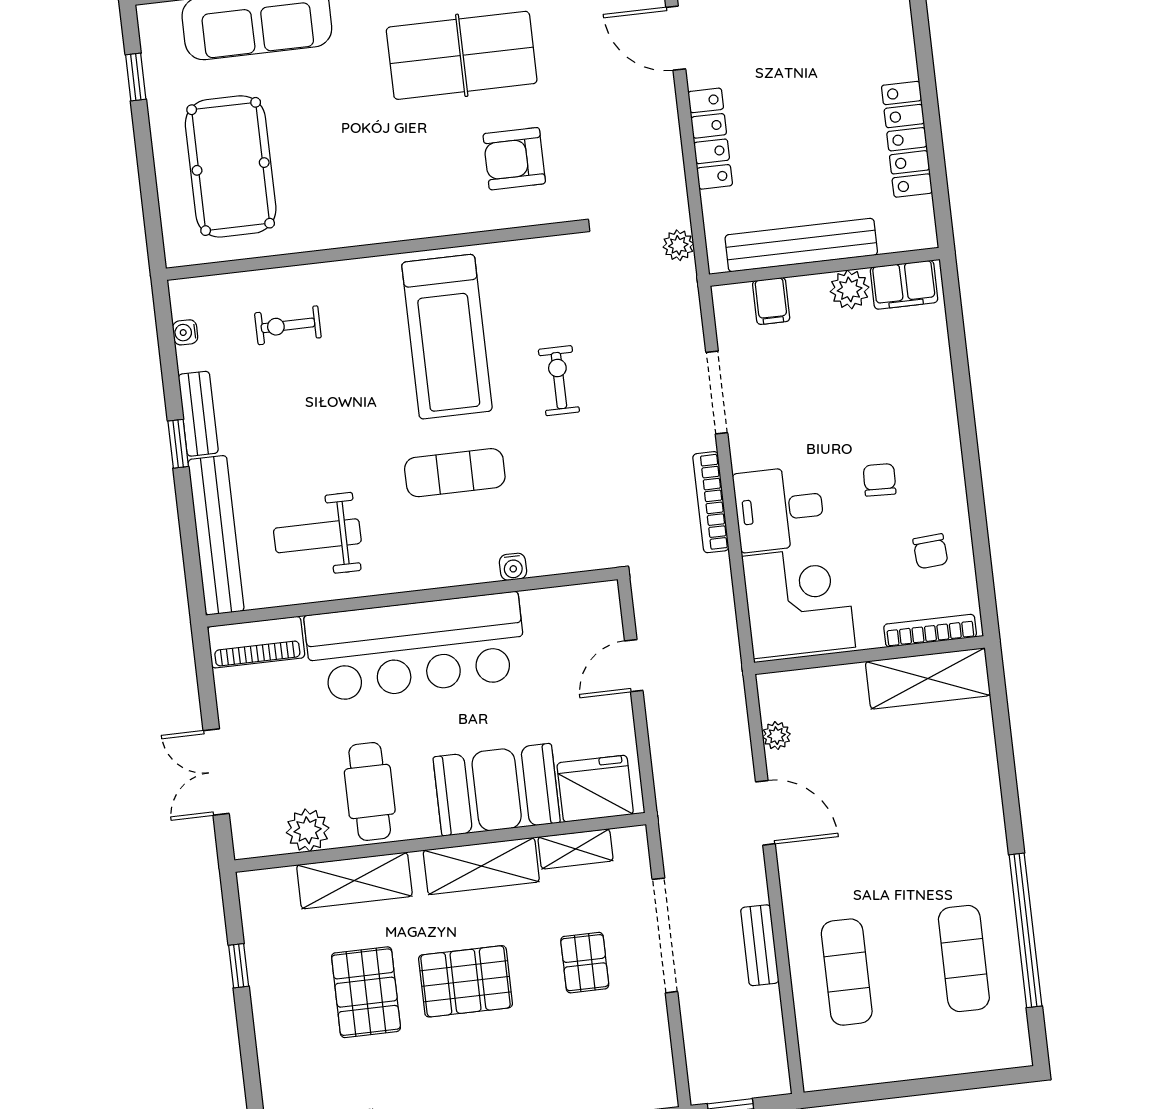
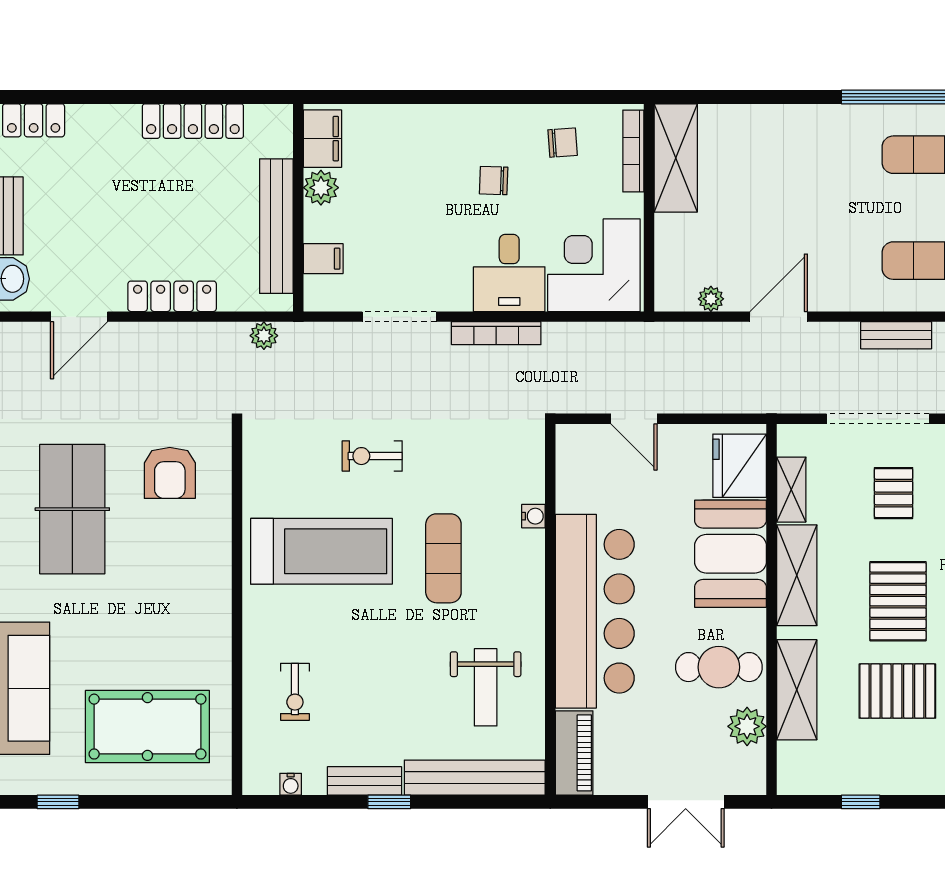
pallet: (585, 963) -> (894, 493), turned 90

